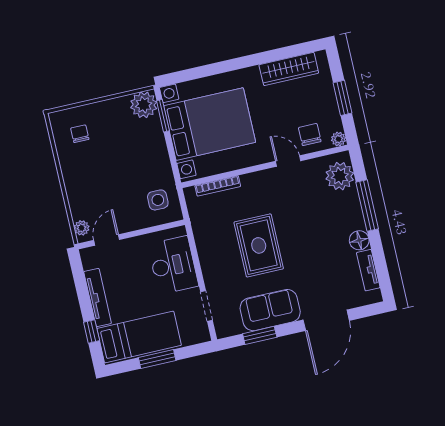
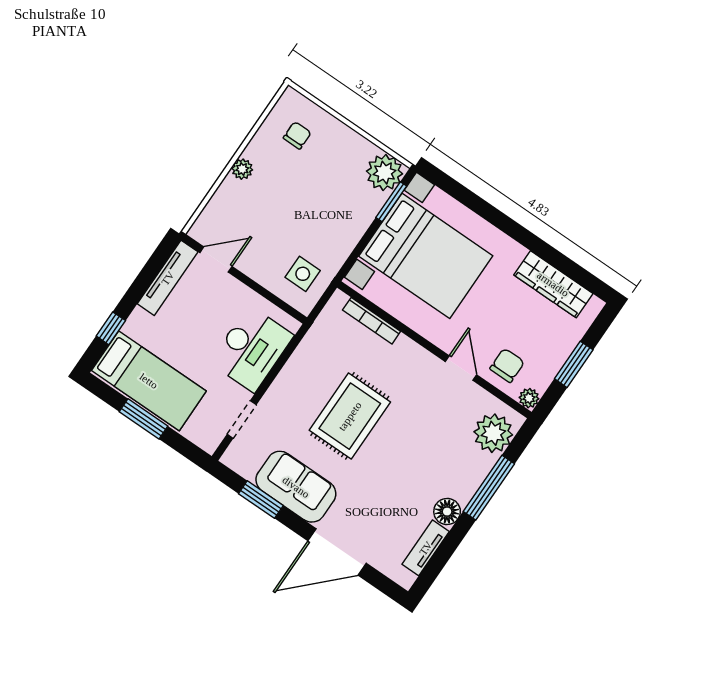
plant: (82, 228) -> (242, 169), moved
tv unit: (98, 298) -> (168, 278), moved

